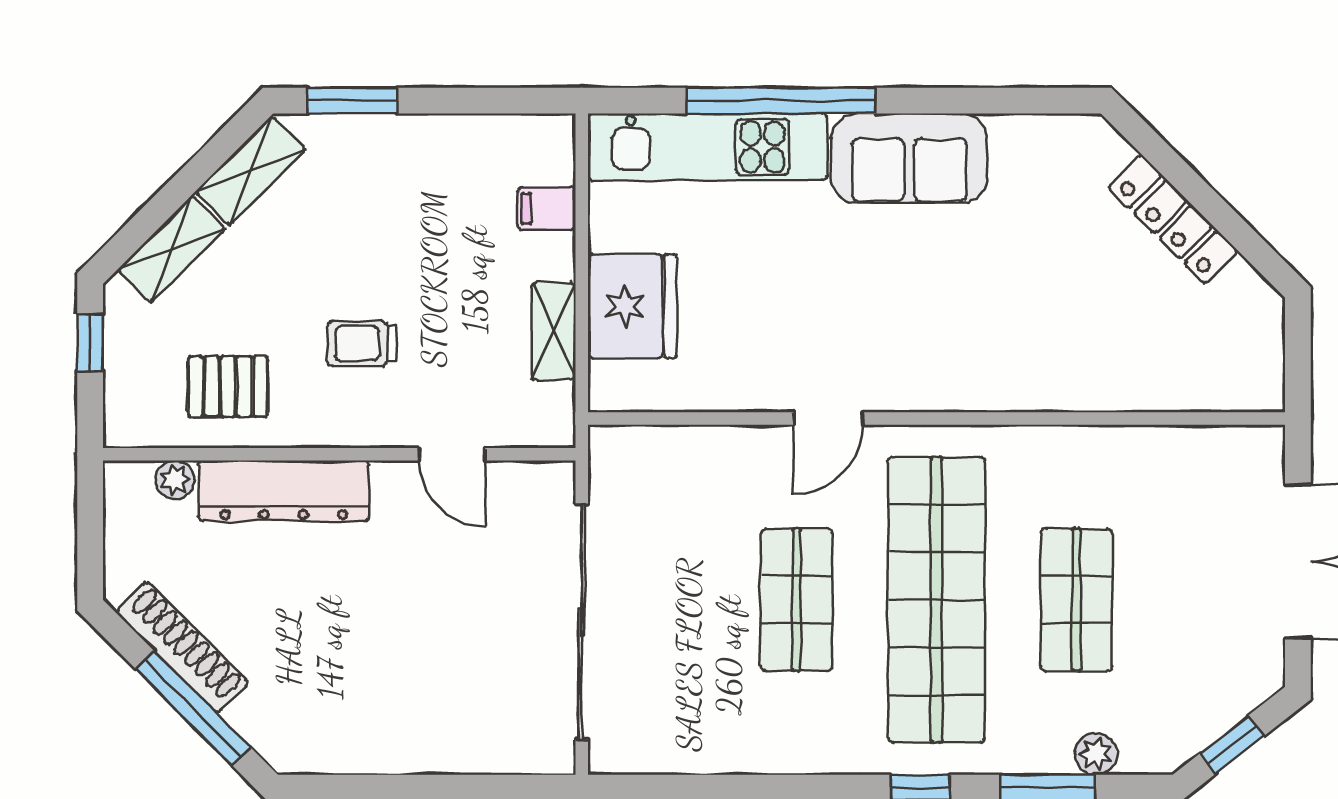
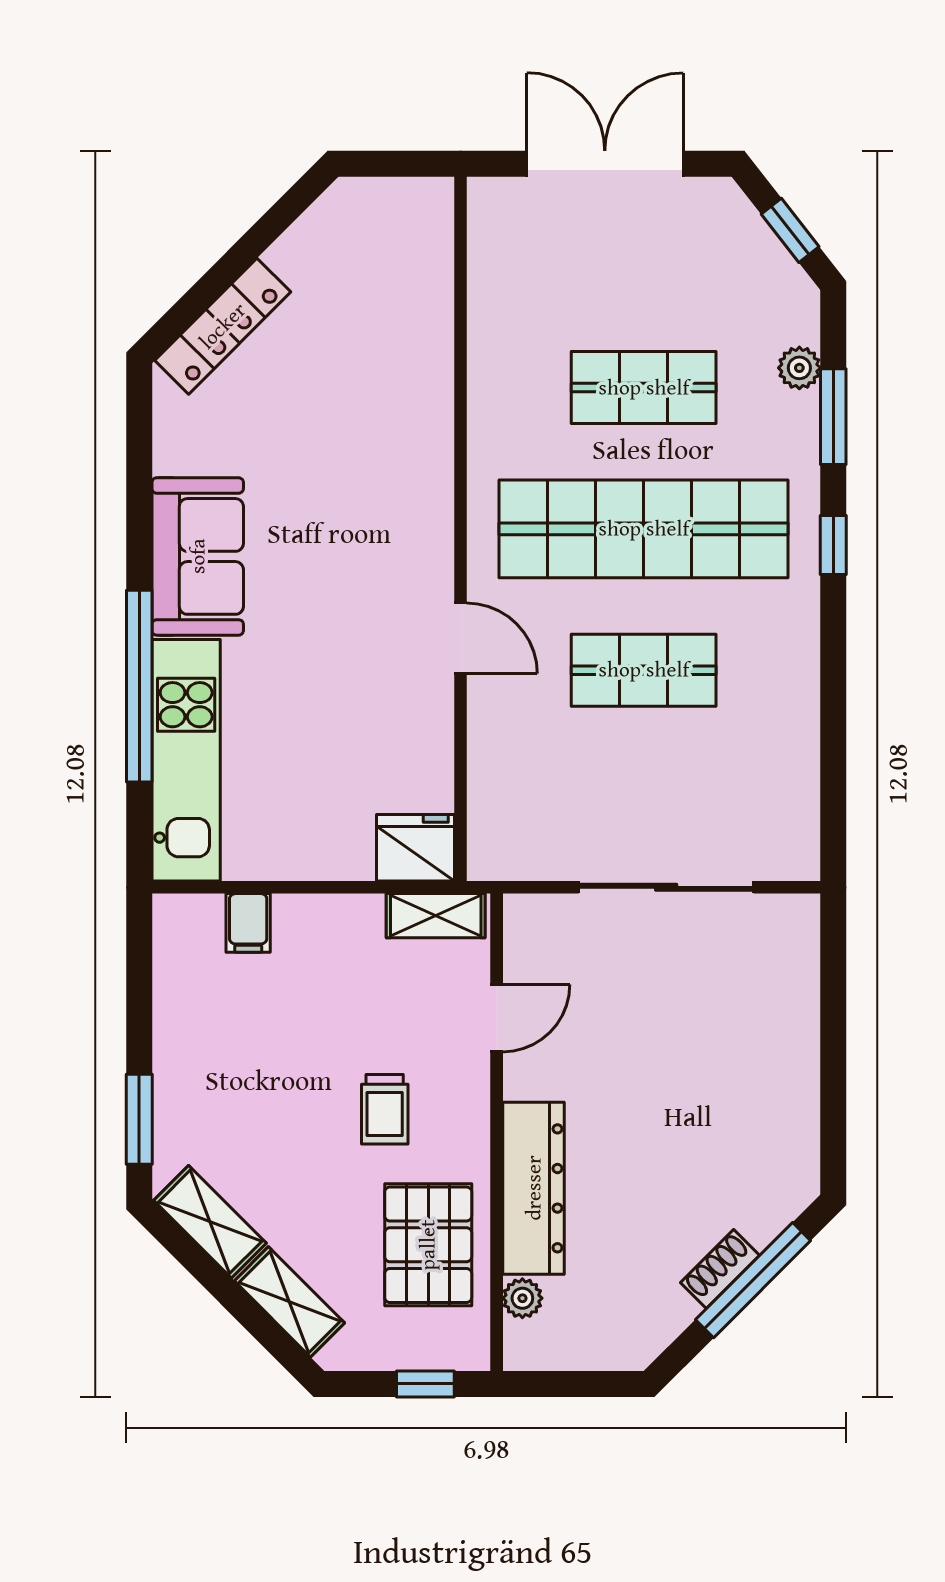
locker: (1173, 219) -> (223, 326), moved
fridge: (632, 306) -> (415, 848), moved, width x0.73, depth x0.75
shelving: (554, 331) -> (436, 916), moved
window: (90, 343) -> (425, 1384), moved
pallet: (228, 387) -> (428, 1245), width x1.50, depth x1.42
sliding door: (582, 622) -> (666, 887), width x0.73
shoe rack: (182, 647) -> (720, 1269), width x0.51, depth x0.81

